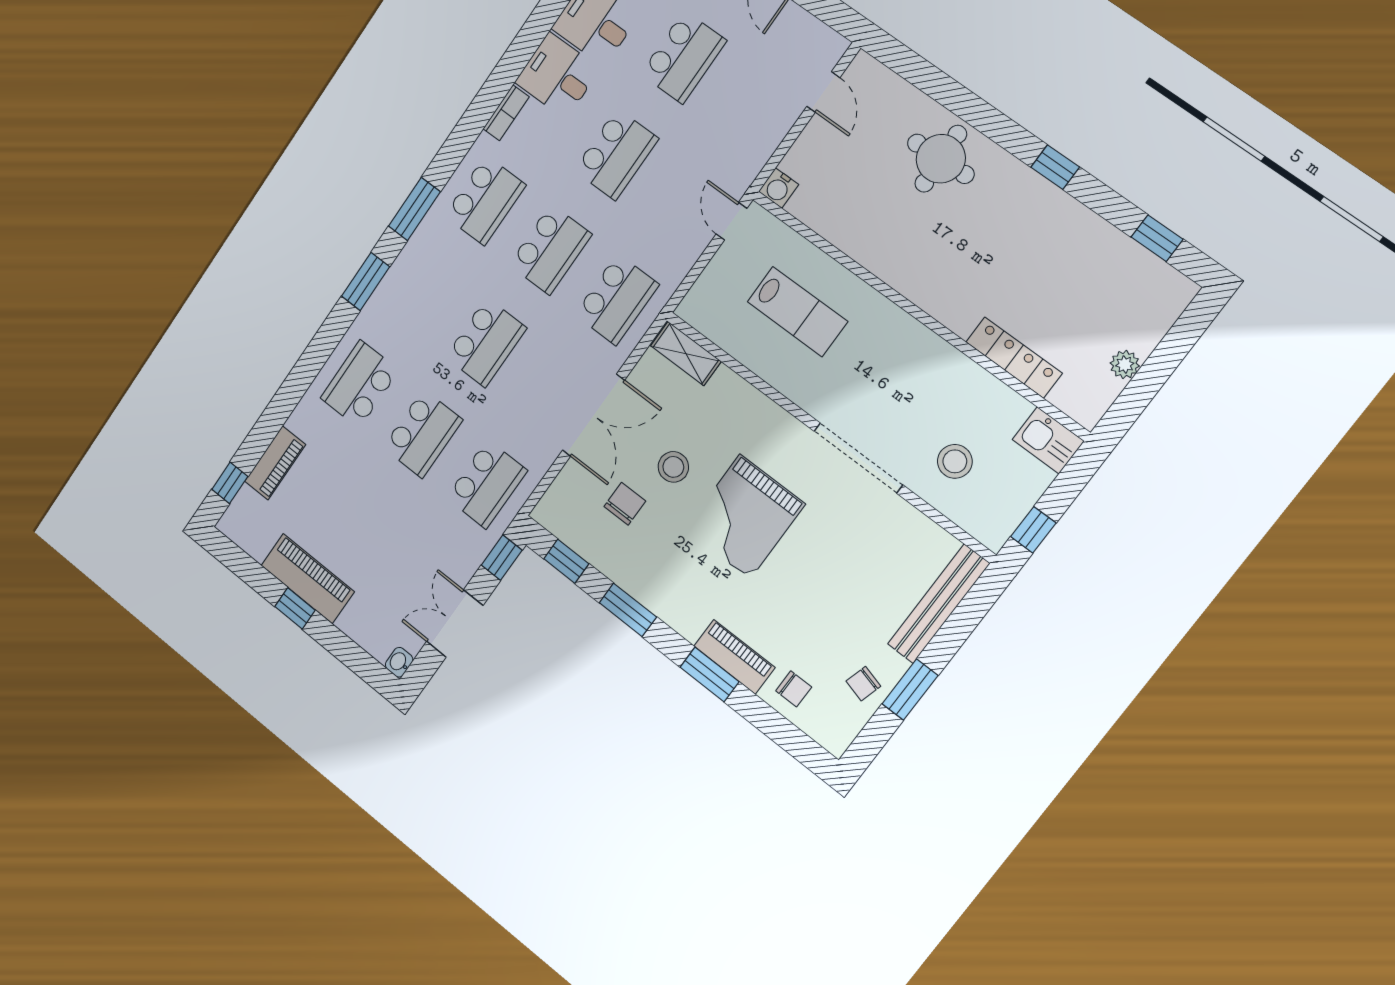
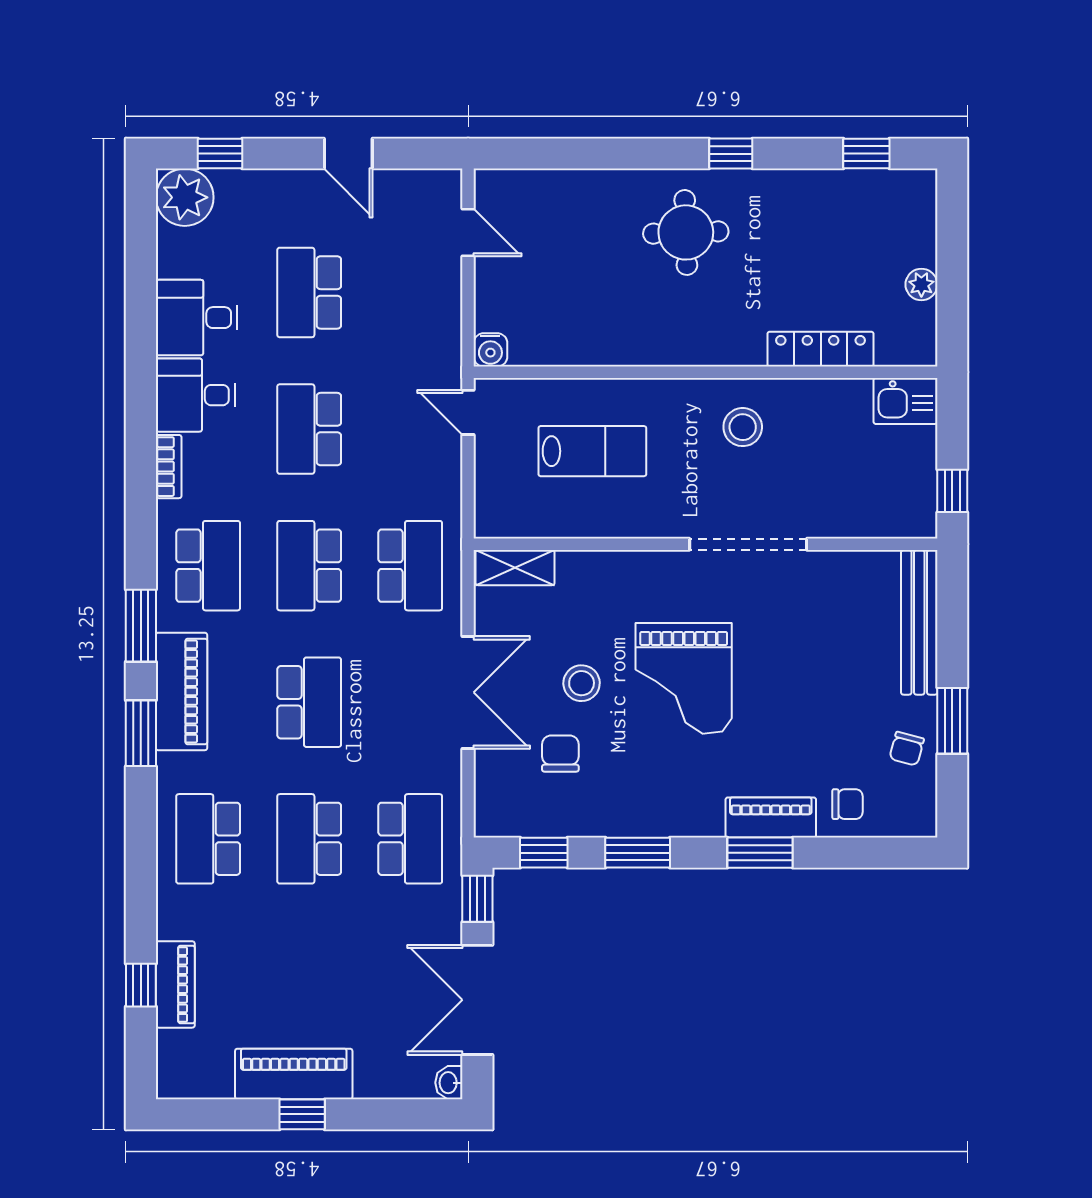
school desk: (683, 57) -> (309, 292), turned 180
school desk: (616, 154) -> (309, 429), turned 180
round table: (941, 159) -> (686, 232), moved
school desk: (550, 250) -> (309, 566), turned 180
piano: (410, 273) -> (181, 691), added
school desk: (423, 434) -> (309, 839), turned 180
stool: (955, 461) -> (743, 427), moved
window: (230, 483) -> (141, 985), moved
double door: (455, 624) -> (477, 1000), width x1.37

